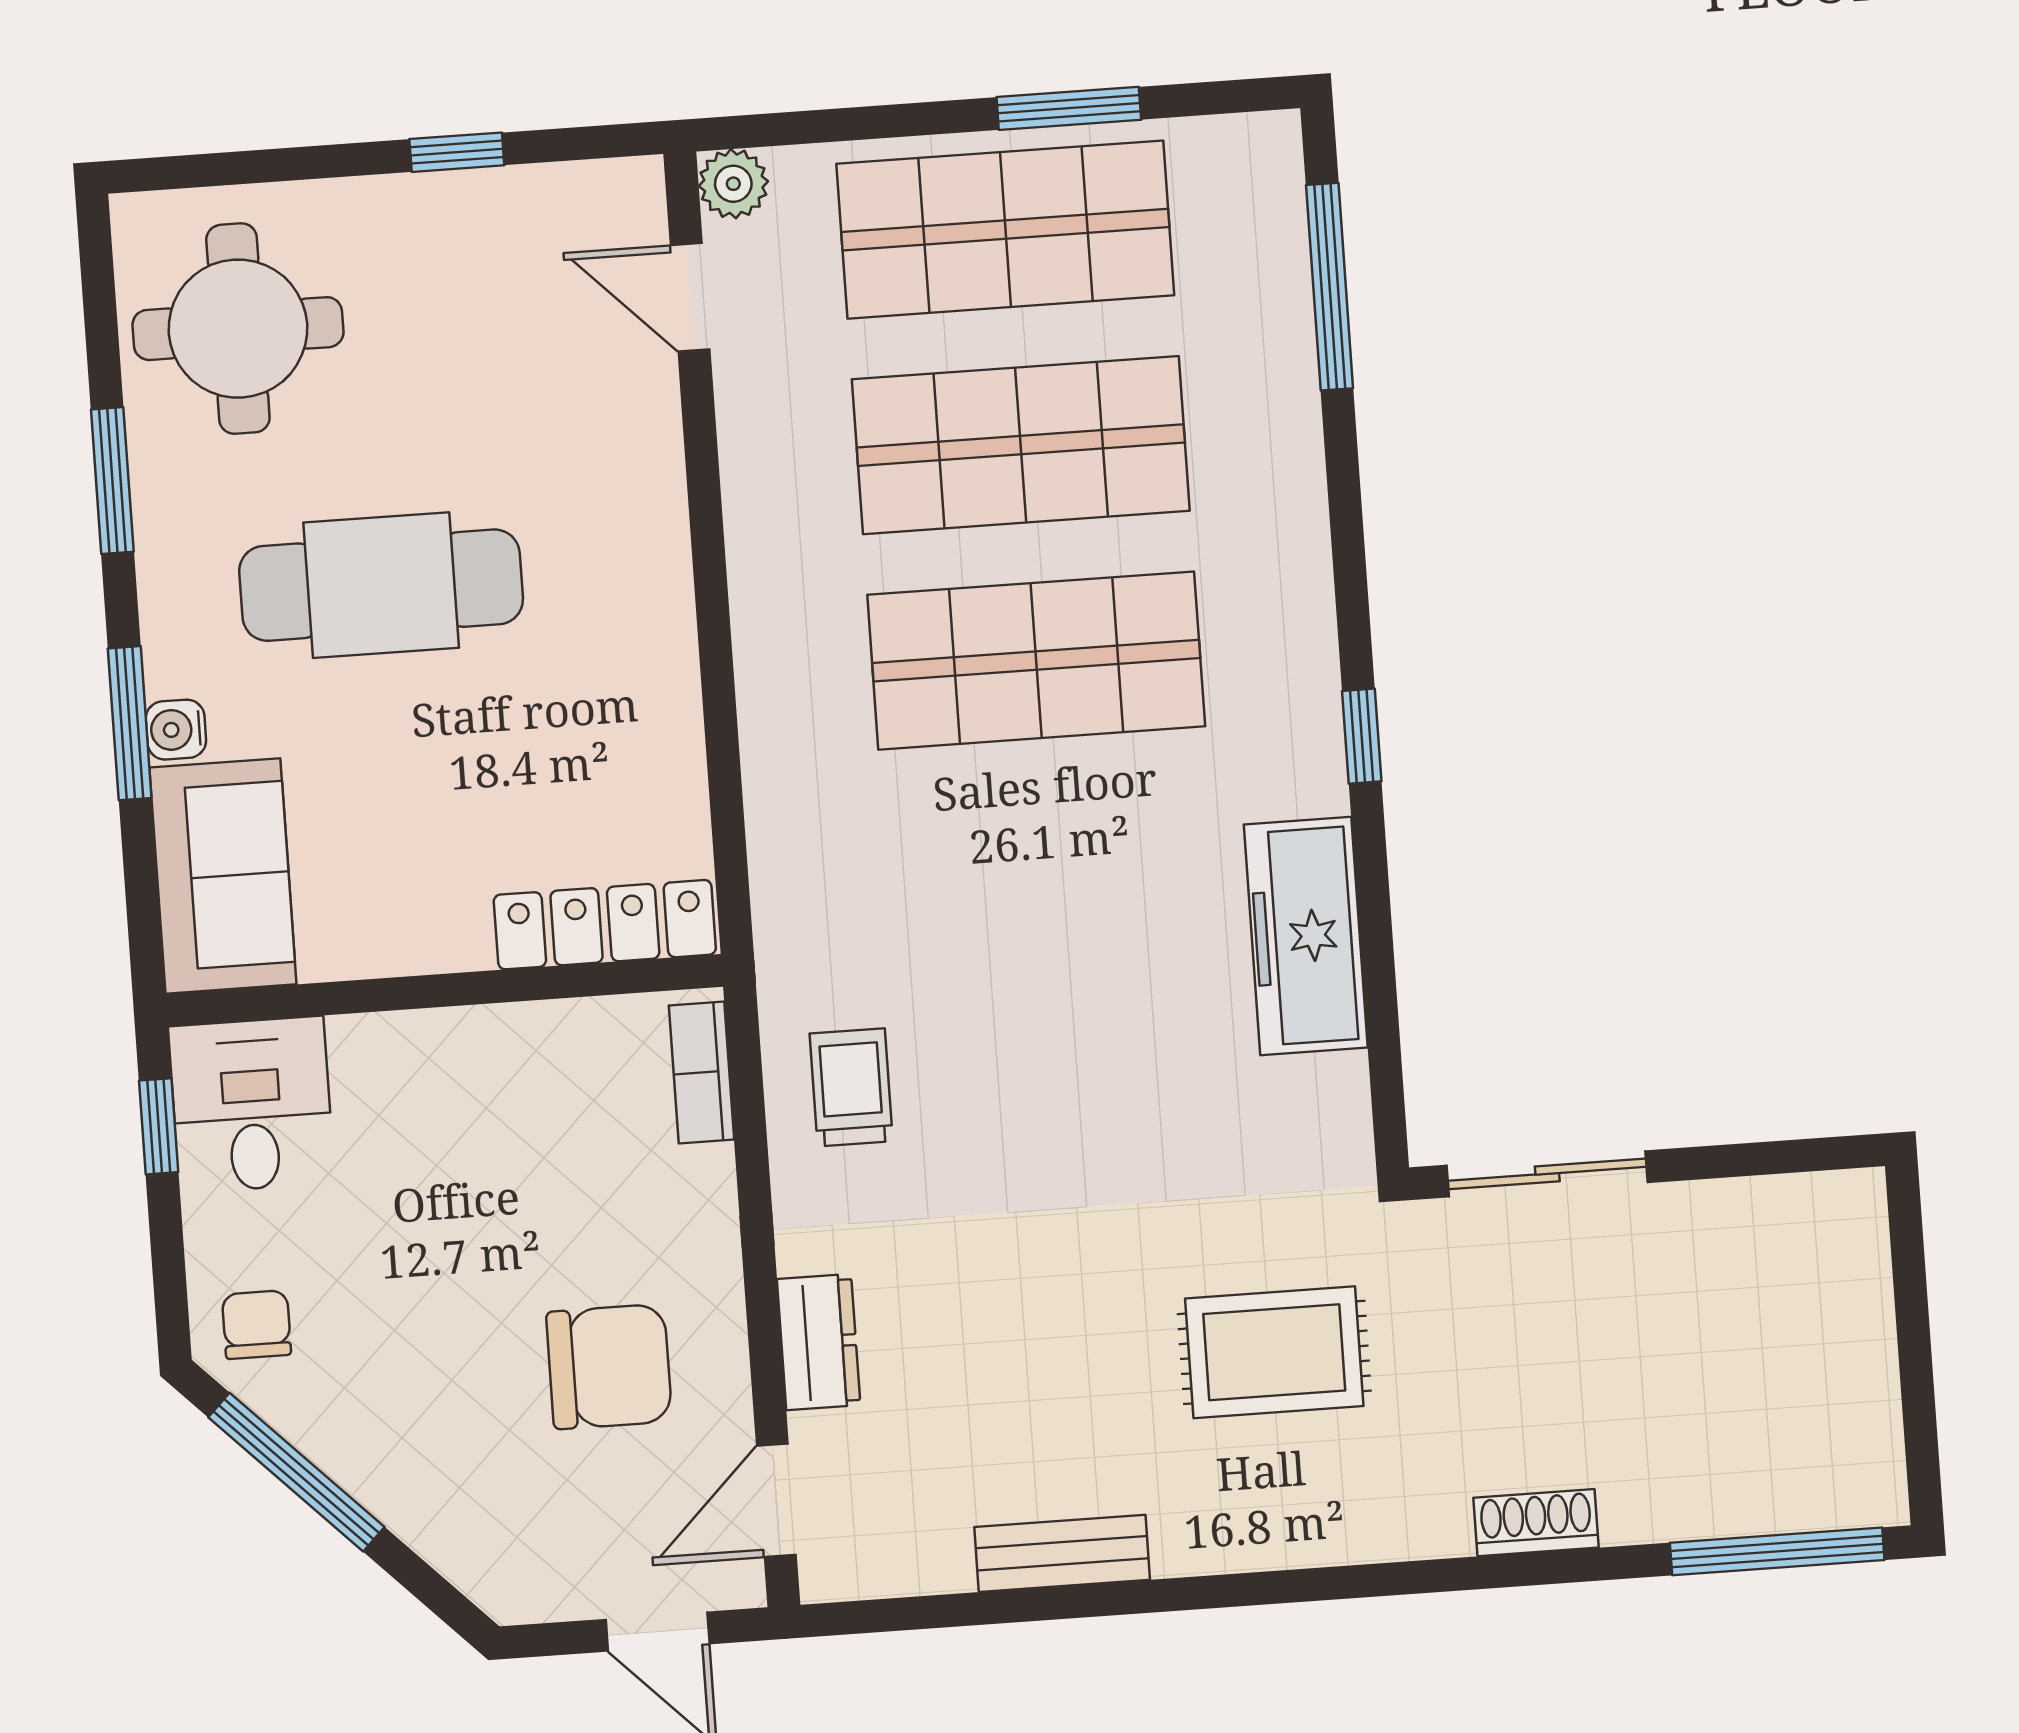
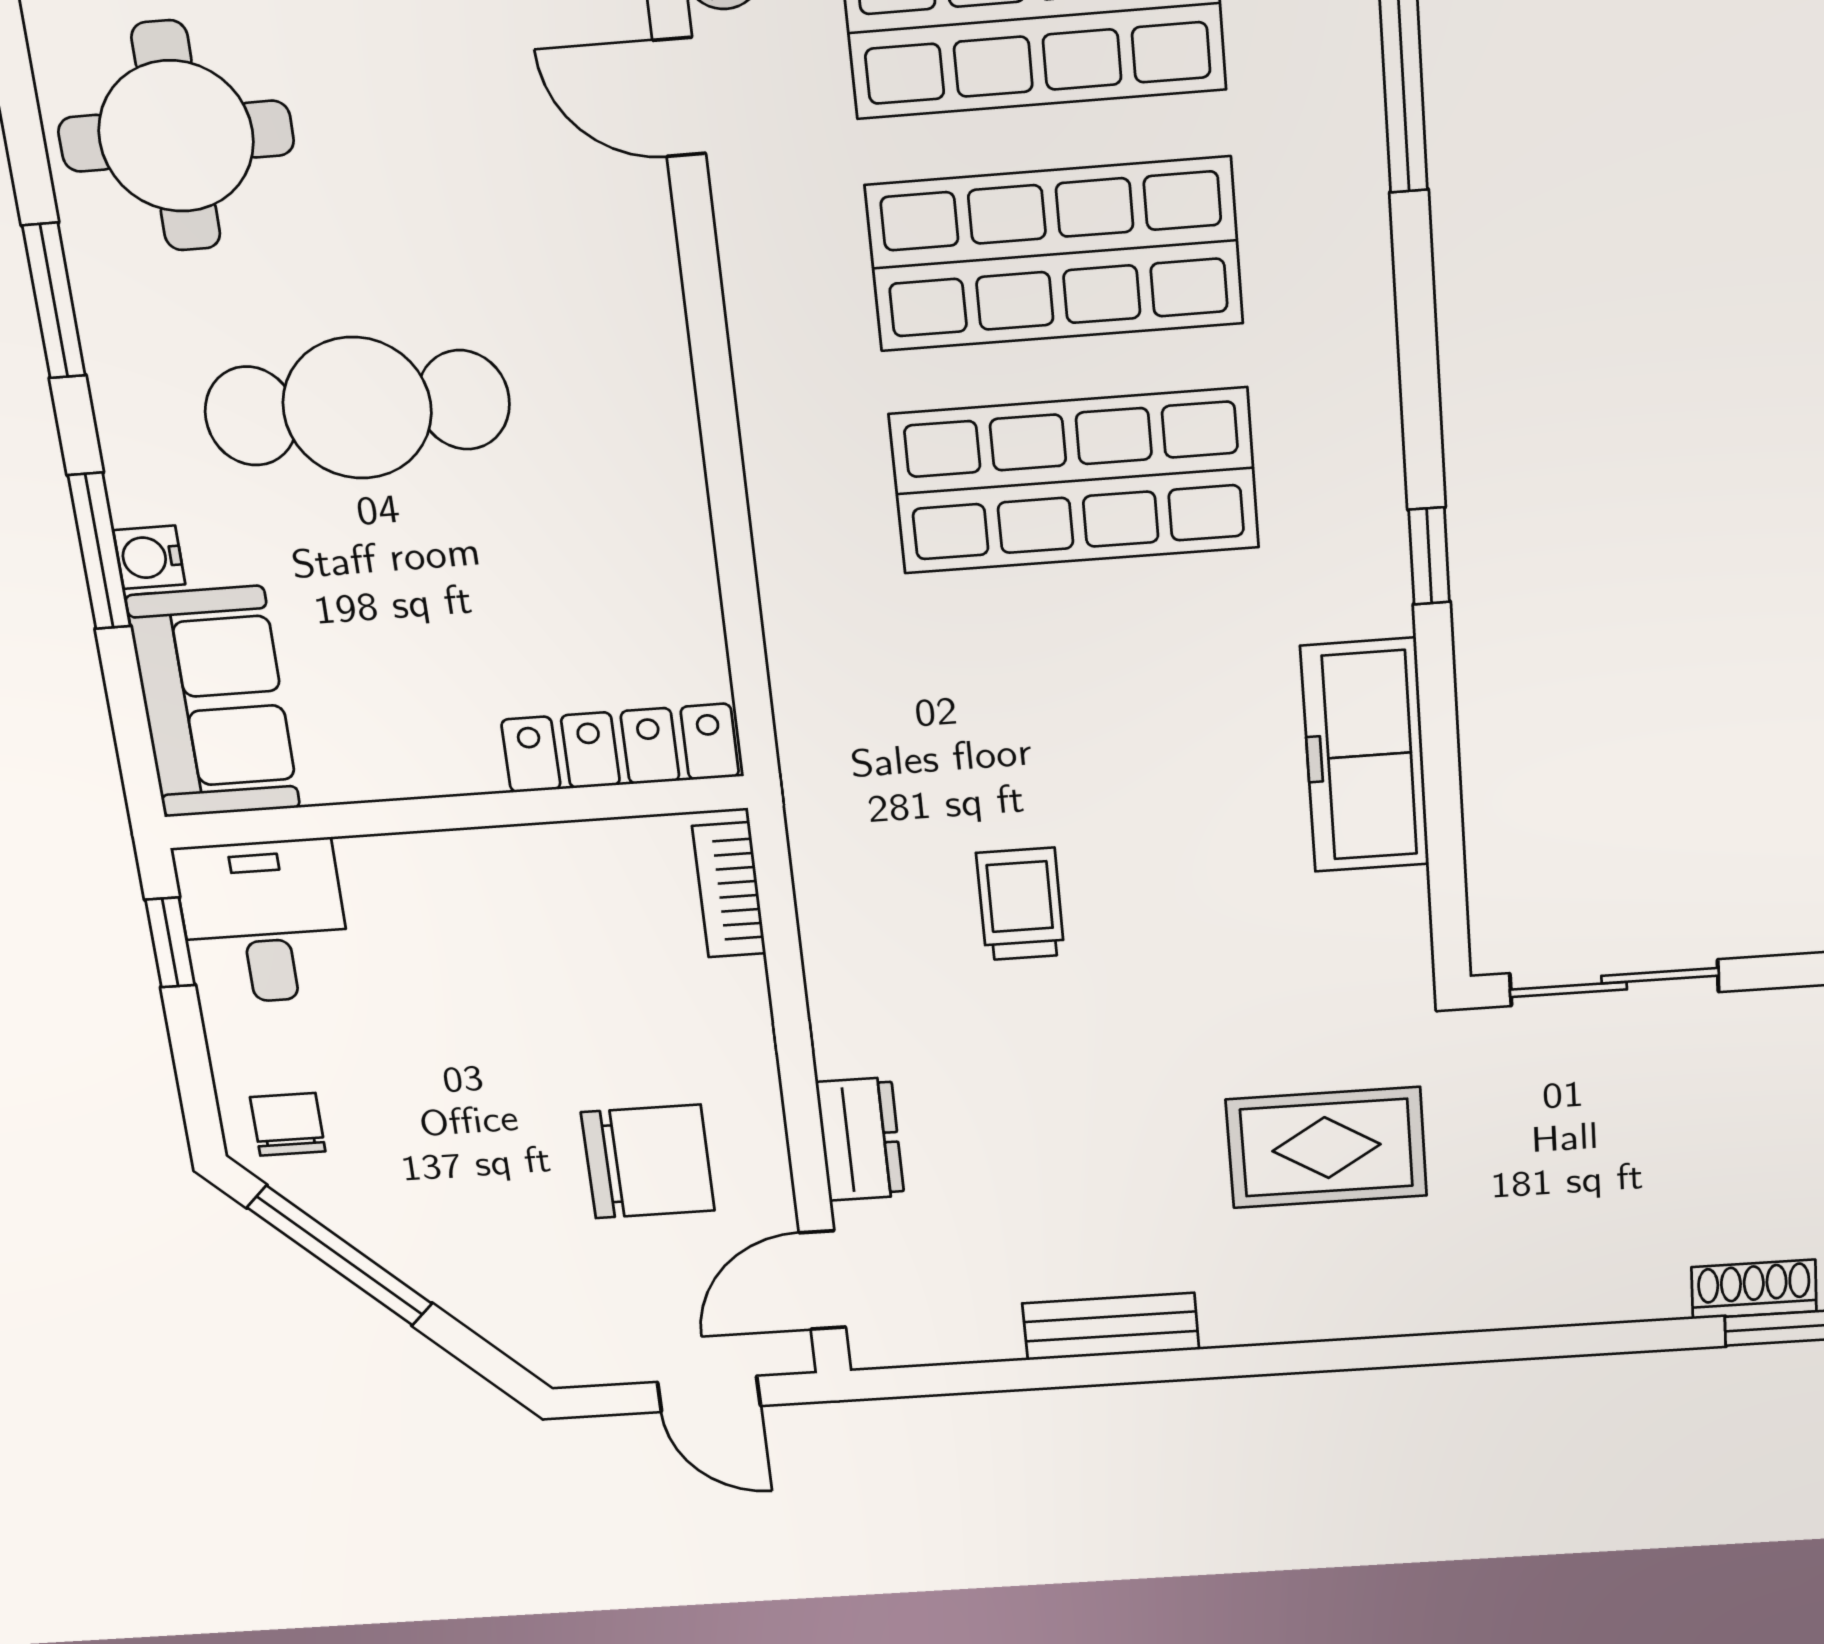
trolley: (851, 1087) -> (1020, 904), moved
shoe rack: (1536, 1523) -> (1754, 1289), moved

